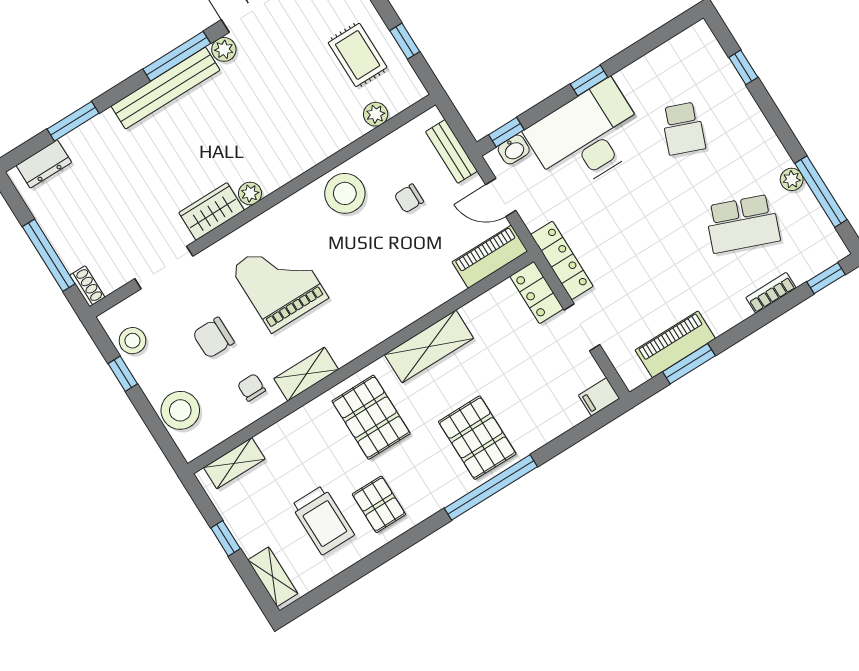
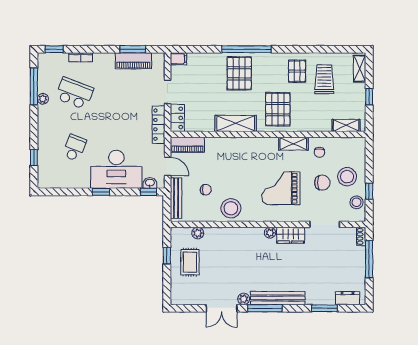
bench: (451, 151) -> (176, 198), width x1.36
grand piano: (280, 283) -> (281, 188), turned 90
stool: (180, 410) -> (347, 177), moved

